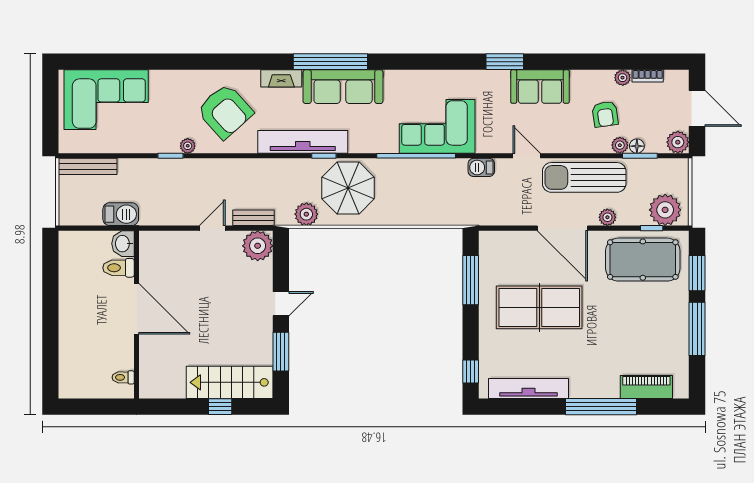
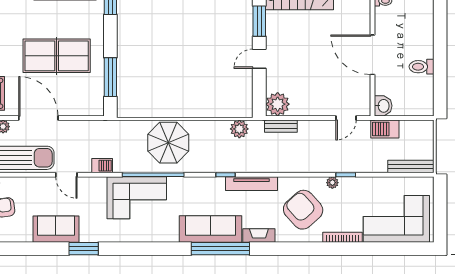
bookcase: (175, 76) -> (342, 237), added
tv unit: (303, 142) -> (251, 184), width x0.73, depth x0.78
parasol: (348, 188) -> (168, 143), moved
door: (212, 228) -> (346, 118), moved
toilet: (118, 268) -> (421, 67), moved, turned 180

